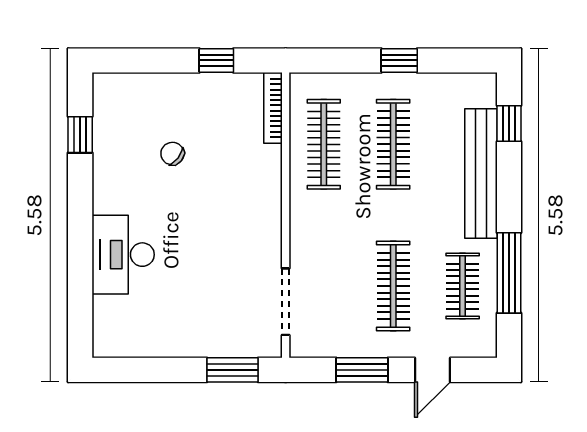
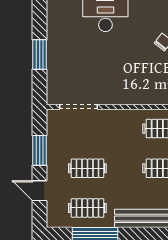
clothes rail: (393, 286) -> (87, 168), width x0.73
window: (232, 370) -> (40, 54), moved

